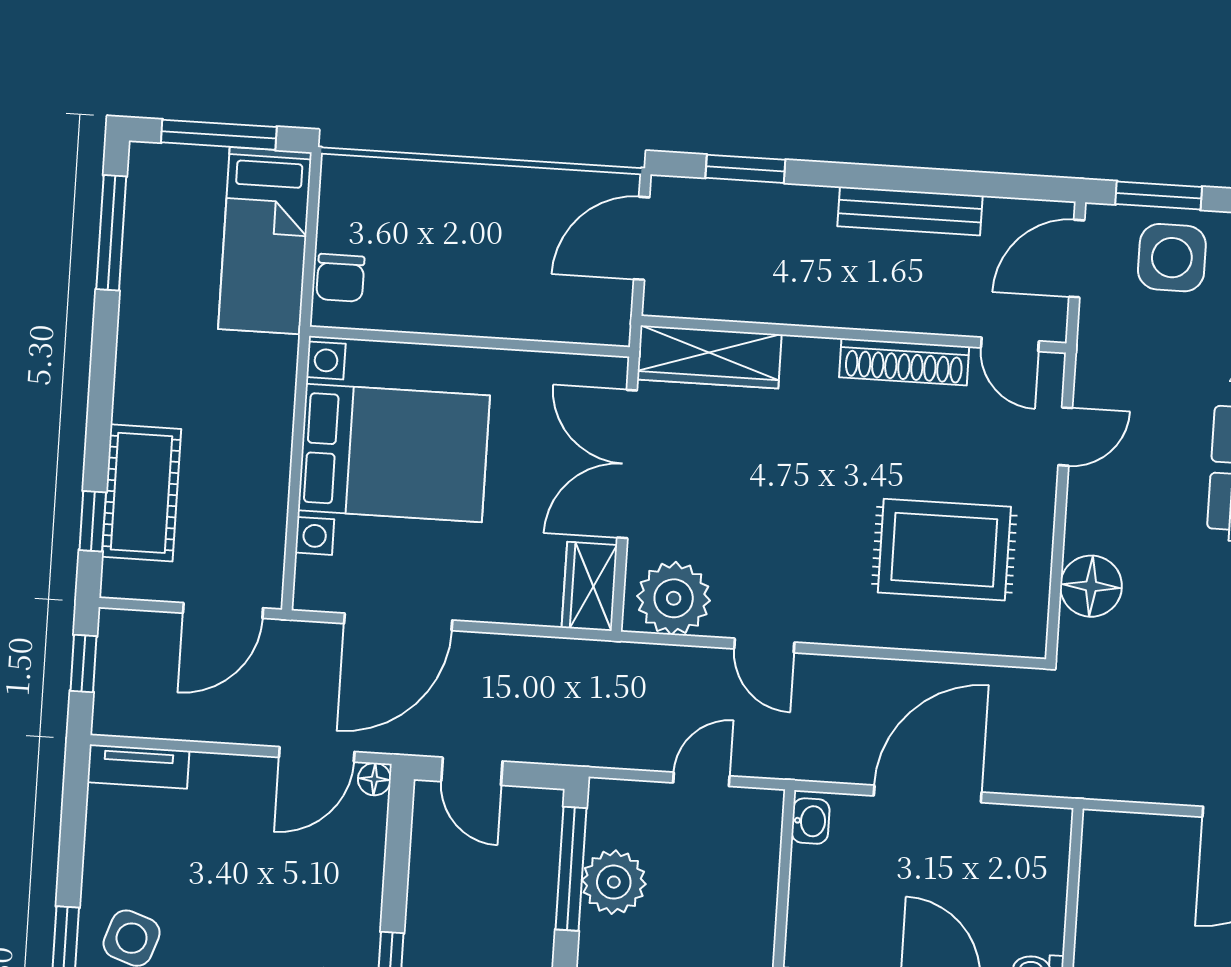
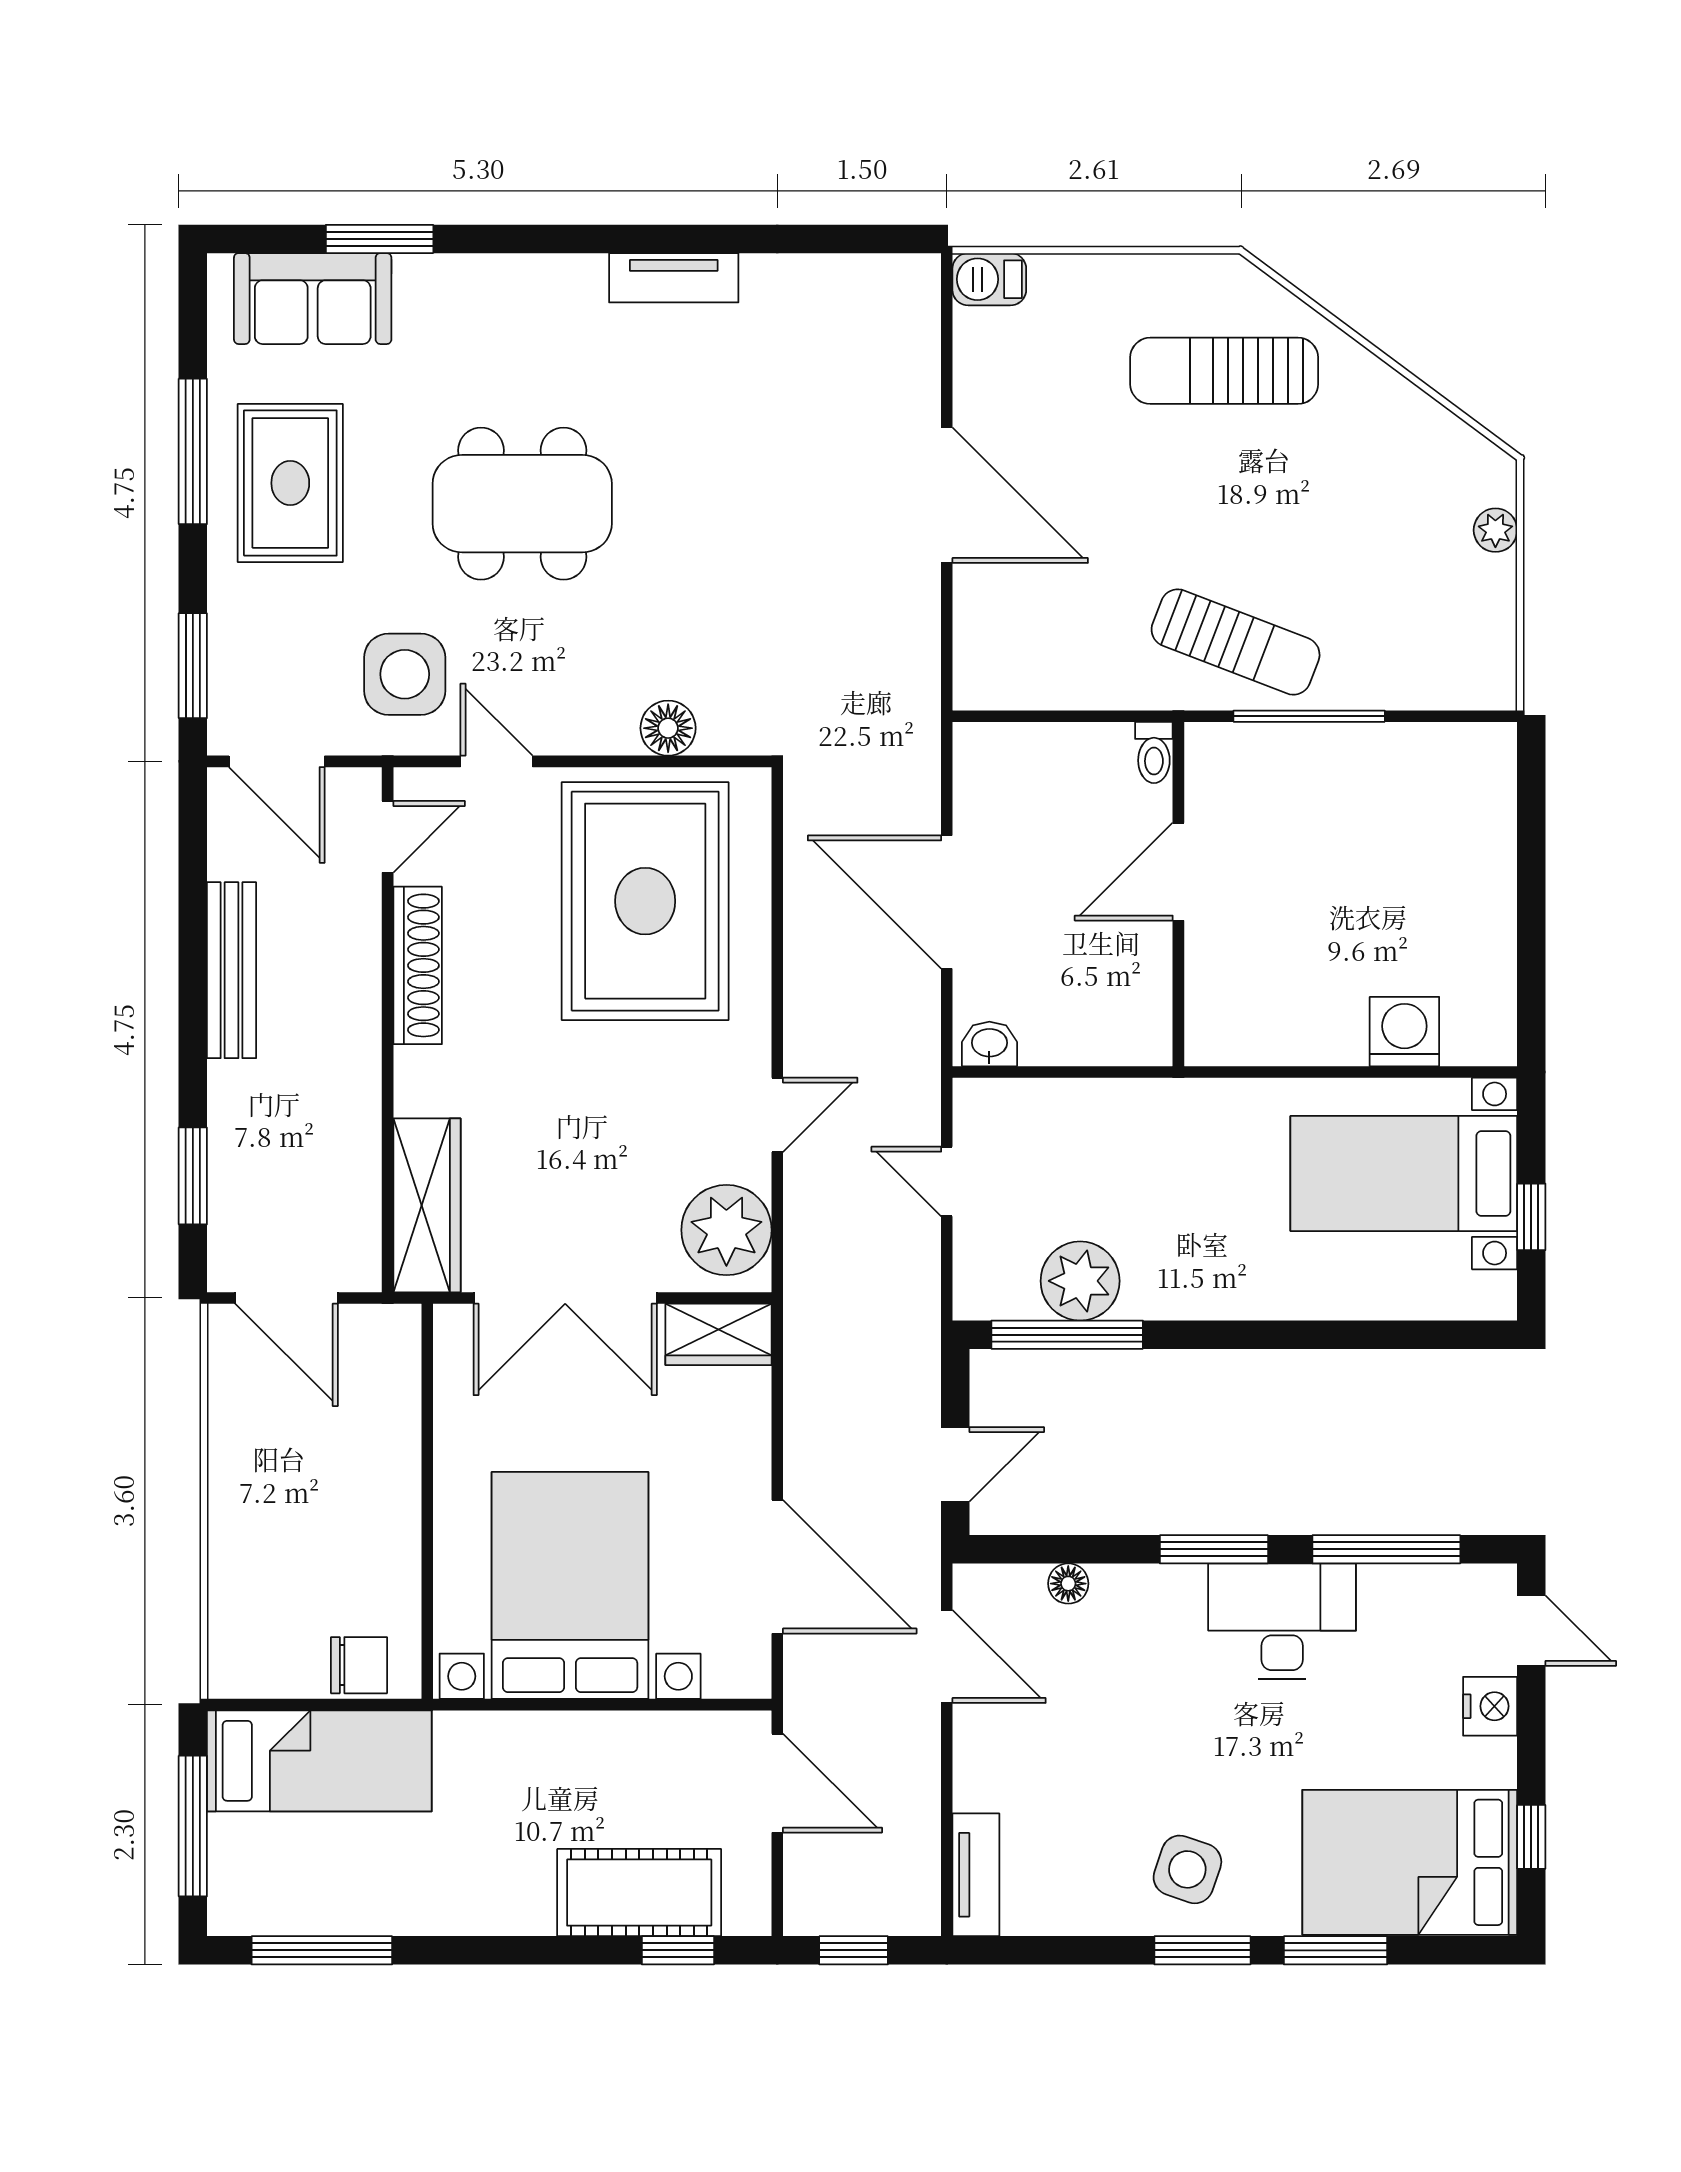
side table: (1172, 258) -> (405, 674), moved
rug: (944, 550) -> (645, 901), width x1.37, depth x1.44
floor lamp: (1091, 586) -> (668, 728), width x0.73, depth x0.73
floor lamp: (374, 779) -> (1068, 1584), moved

